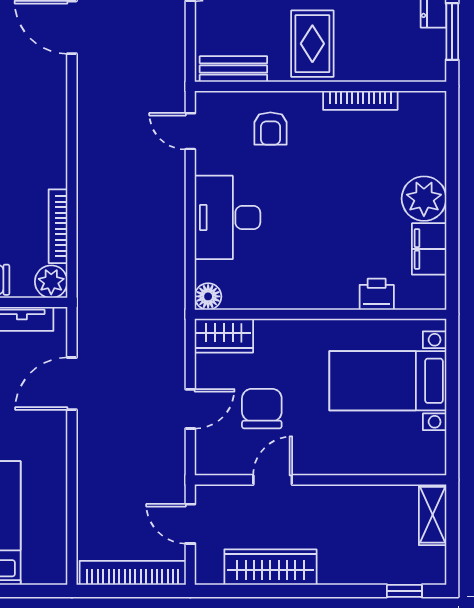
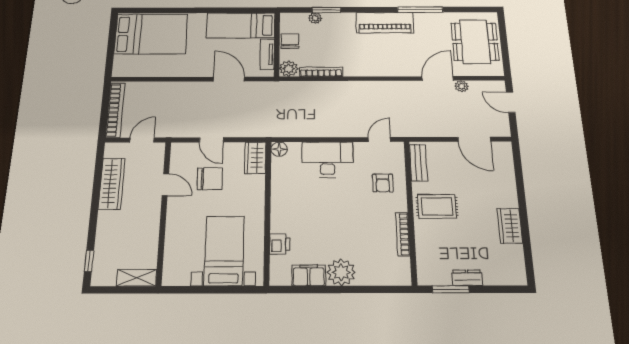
armchair: (270, 128) -> (383, 183), turned -90

